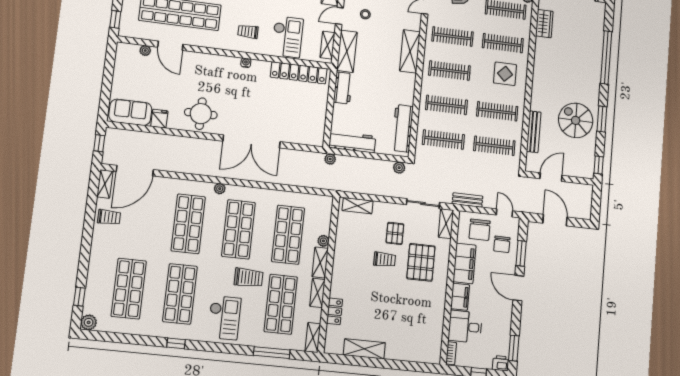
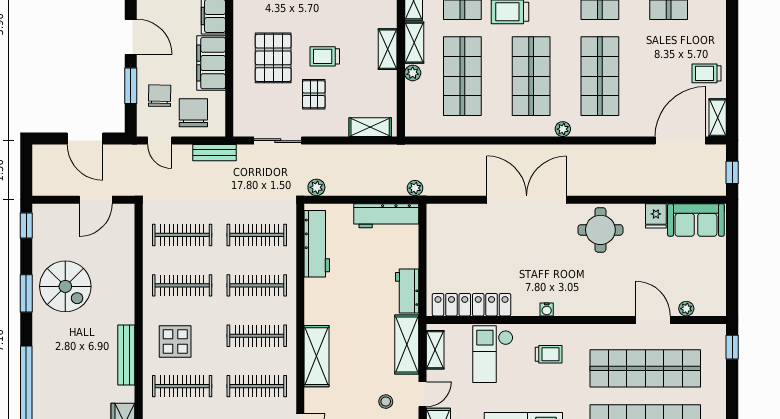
bench: (534, 132) -> (126, 355), moved
shelving: (446, 224) -> (388, 49), moved

